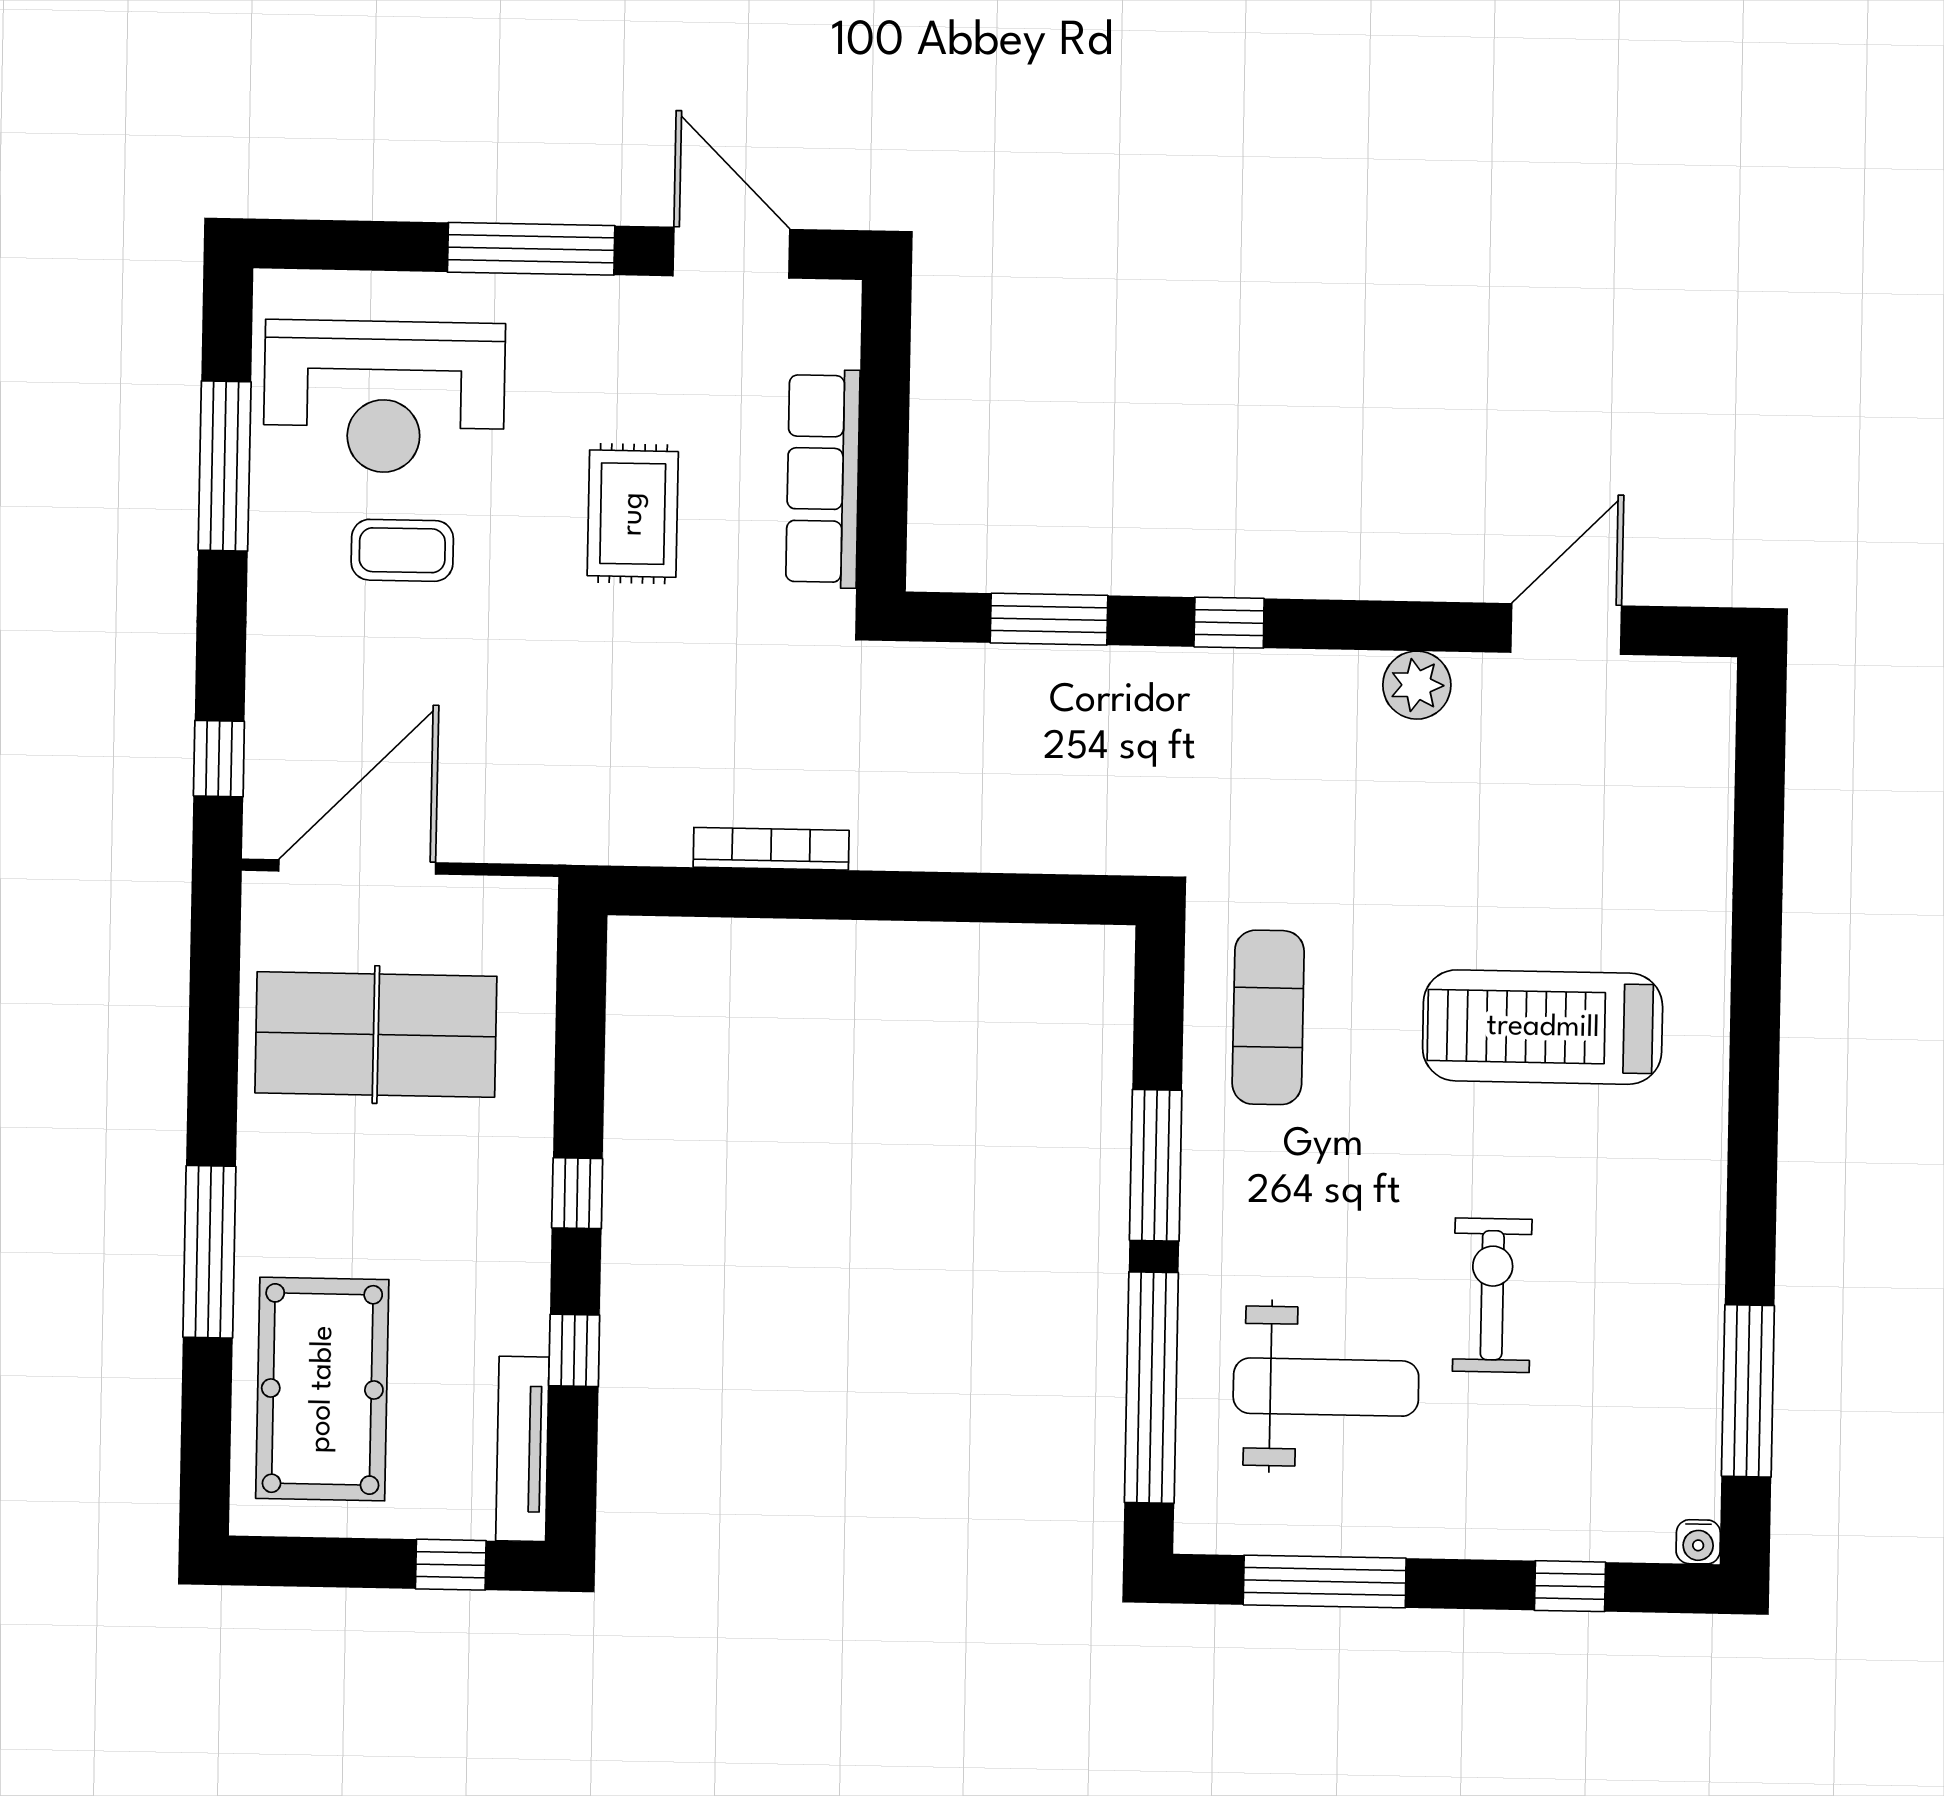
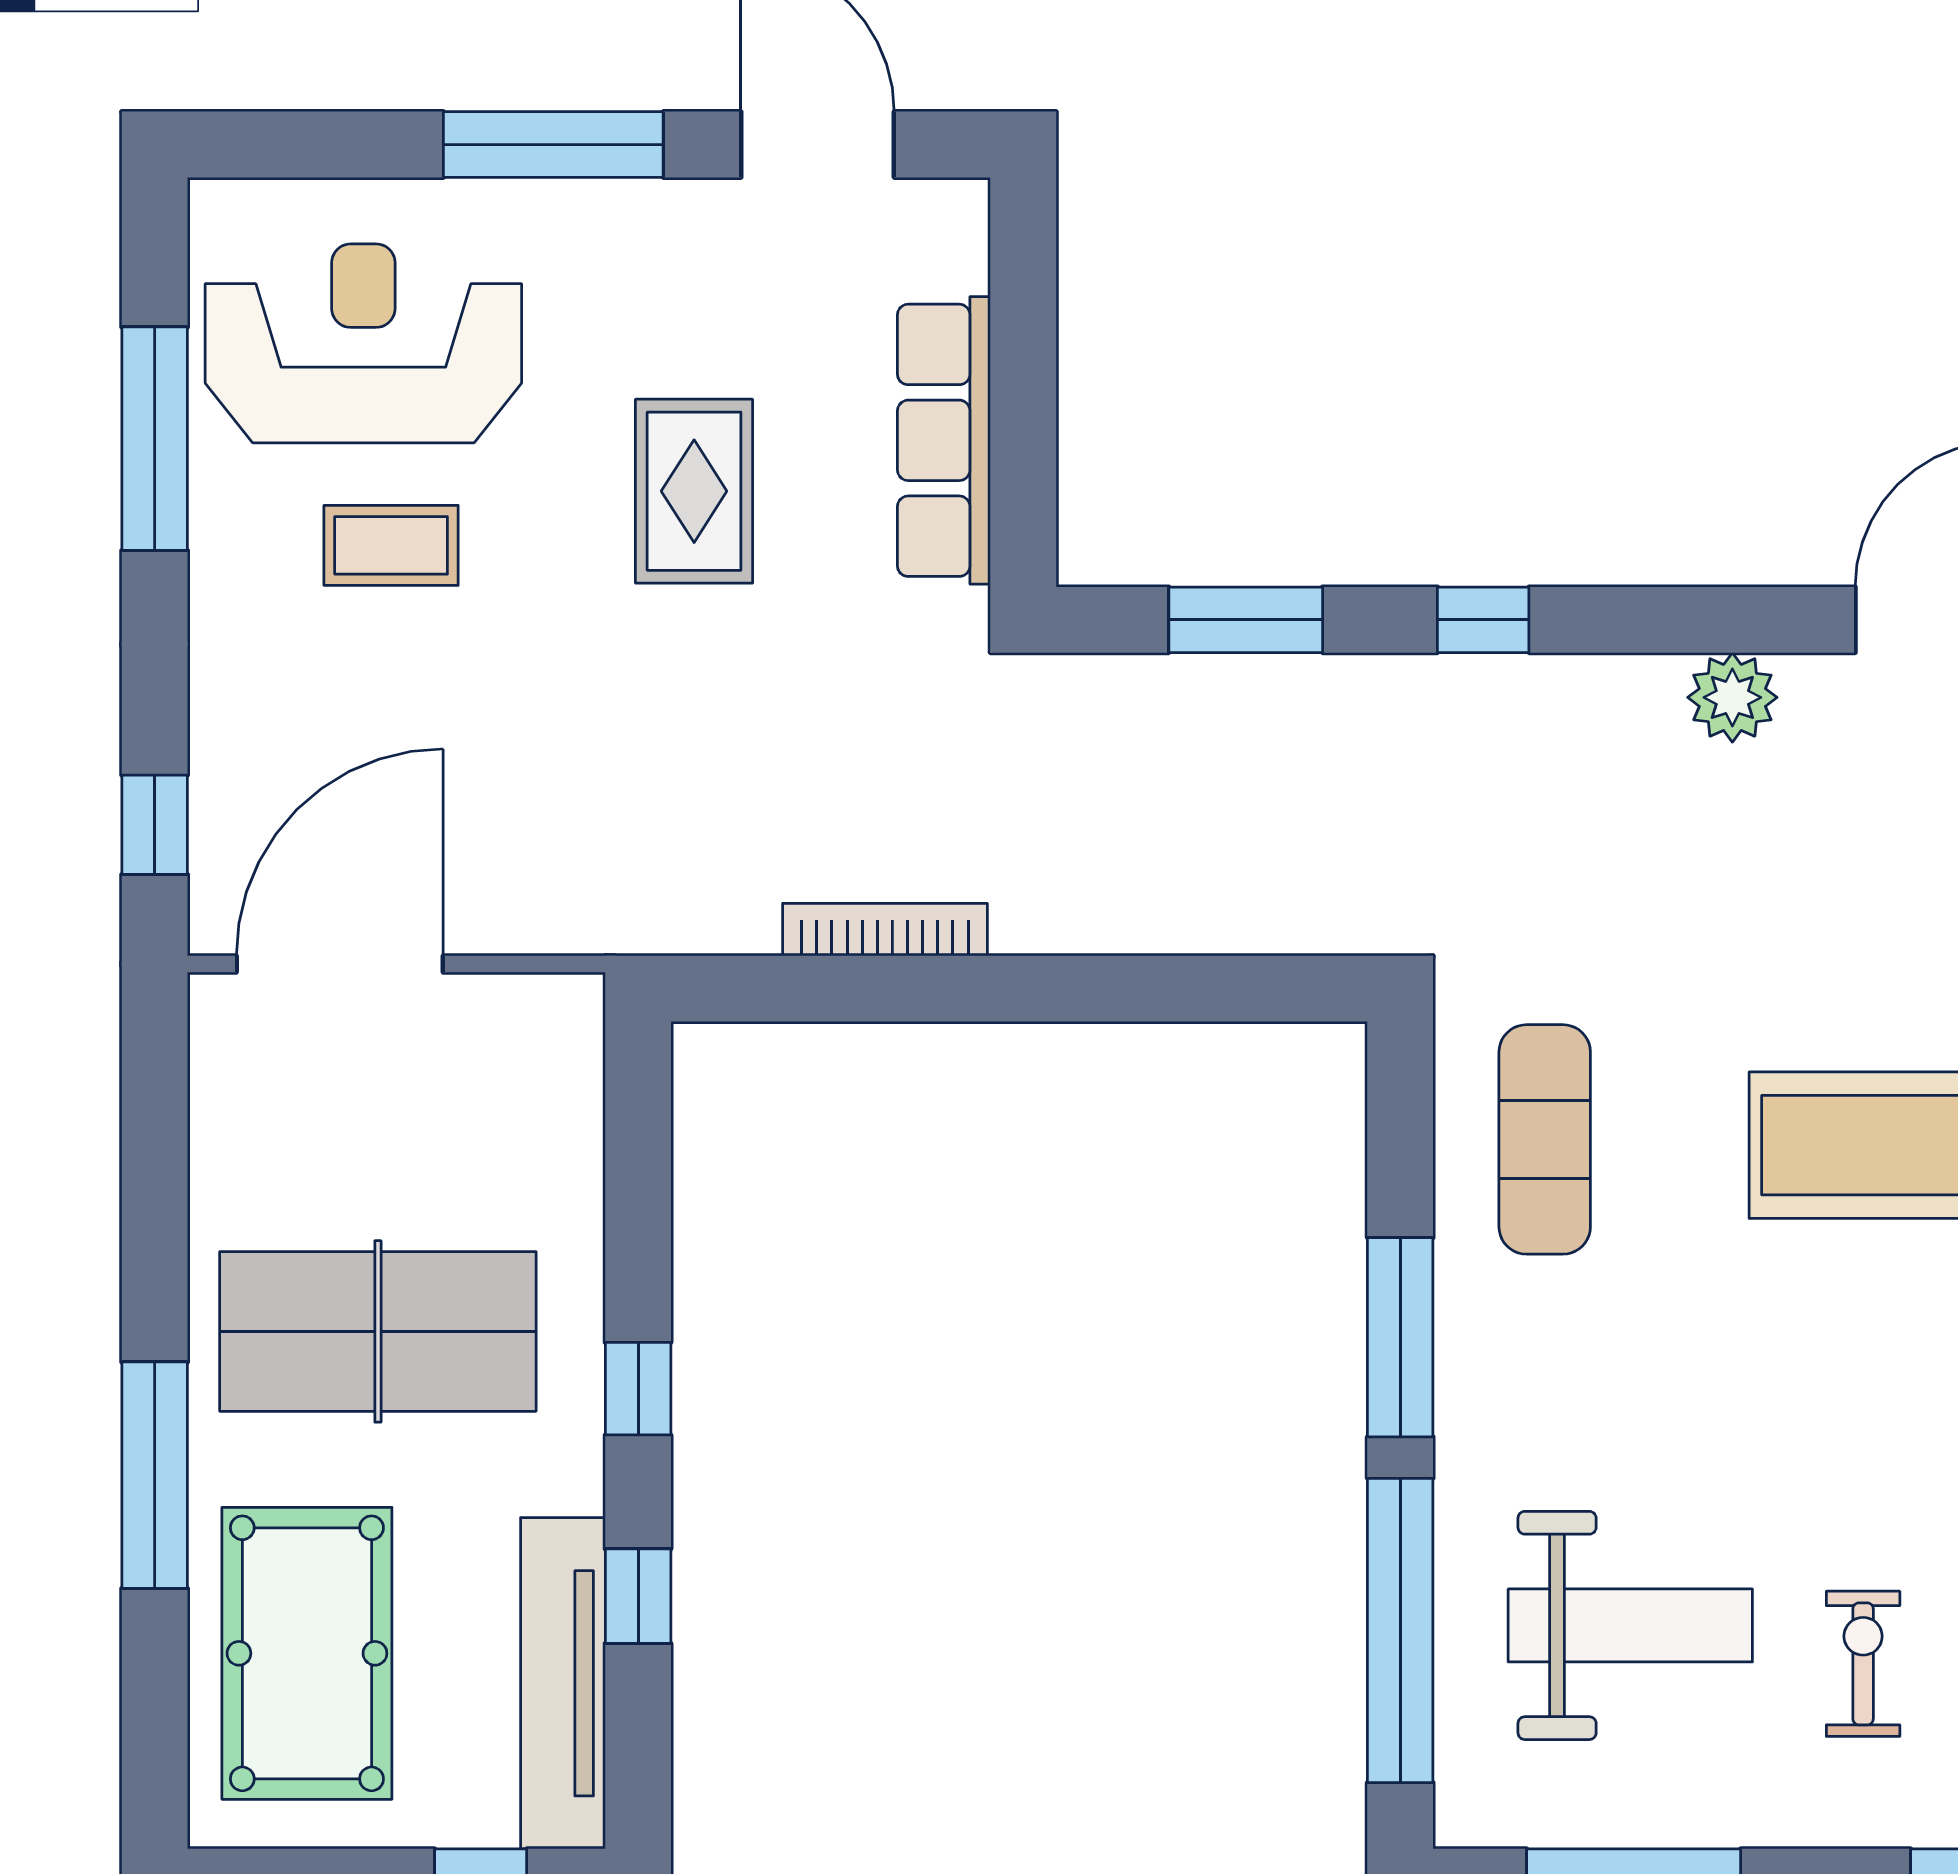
reception desk: (384, 397) -> (363, 343), turned 180
table tennis table: (376, 1035) -> (378, 1331), moved
exercise bike: (1492, 1295) -> (1863, 1664), moved, width x0.73, depth x0.72
tv unit: (522, 1449) -> (563, 1683), width x1.36, depth x1.29

